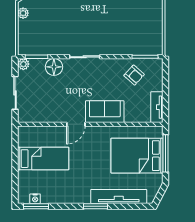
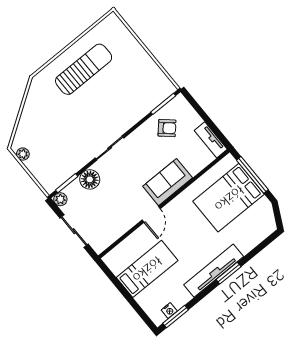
tv unit: (119, 196) -> (214, 271), moved

